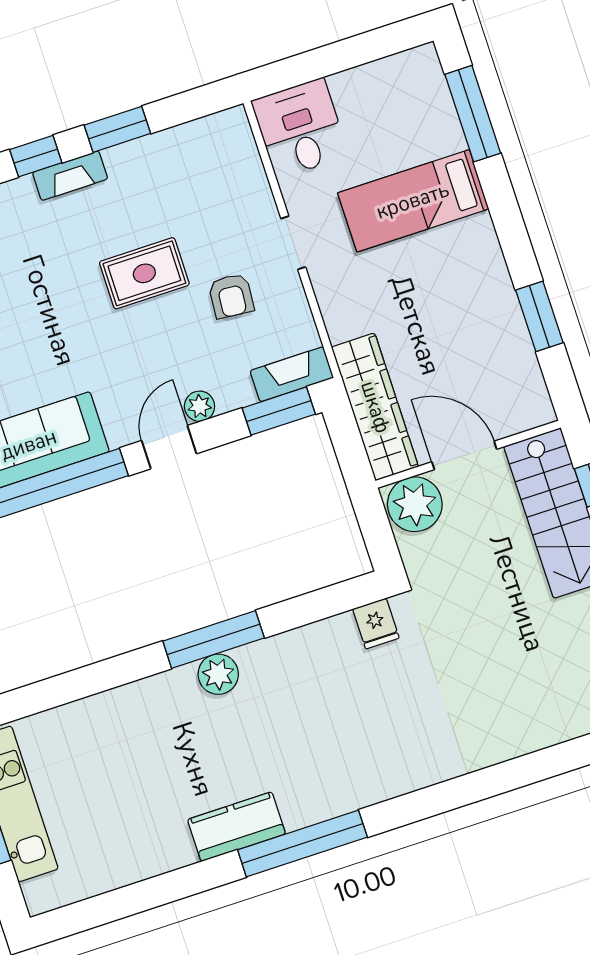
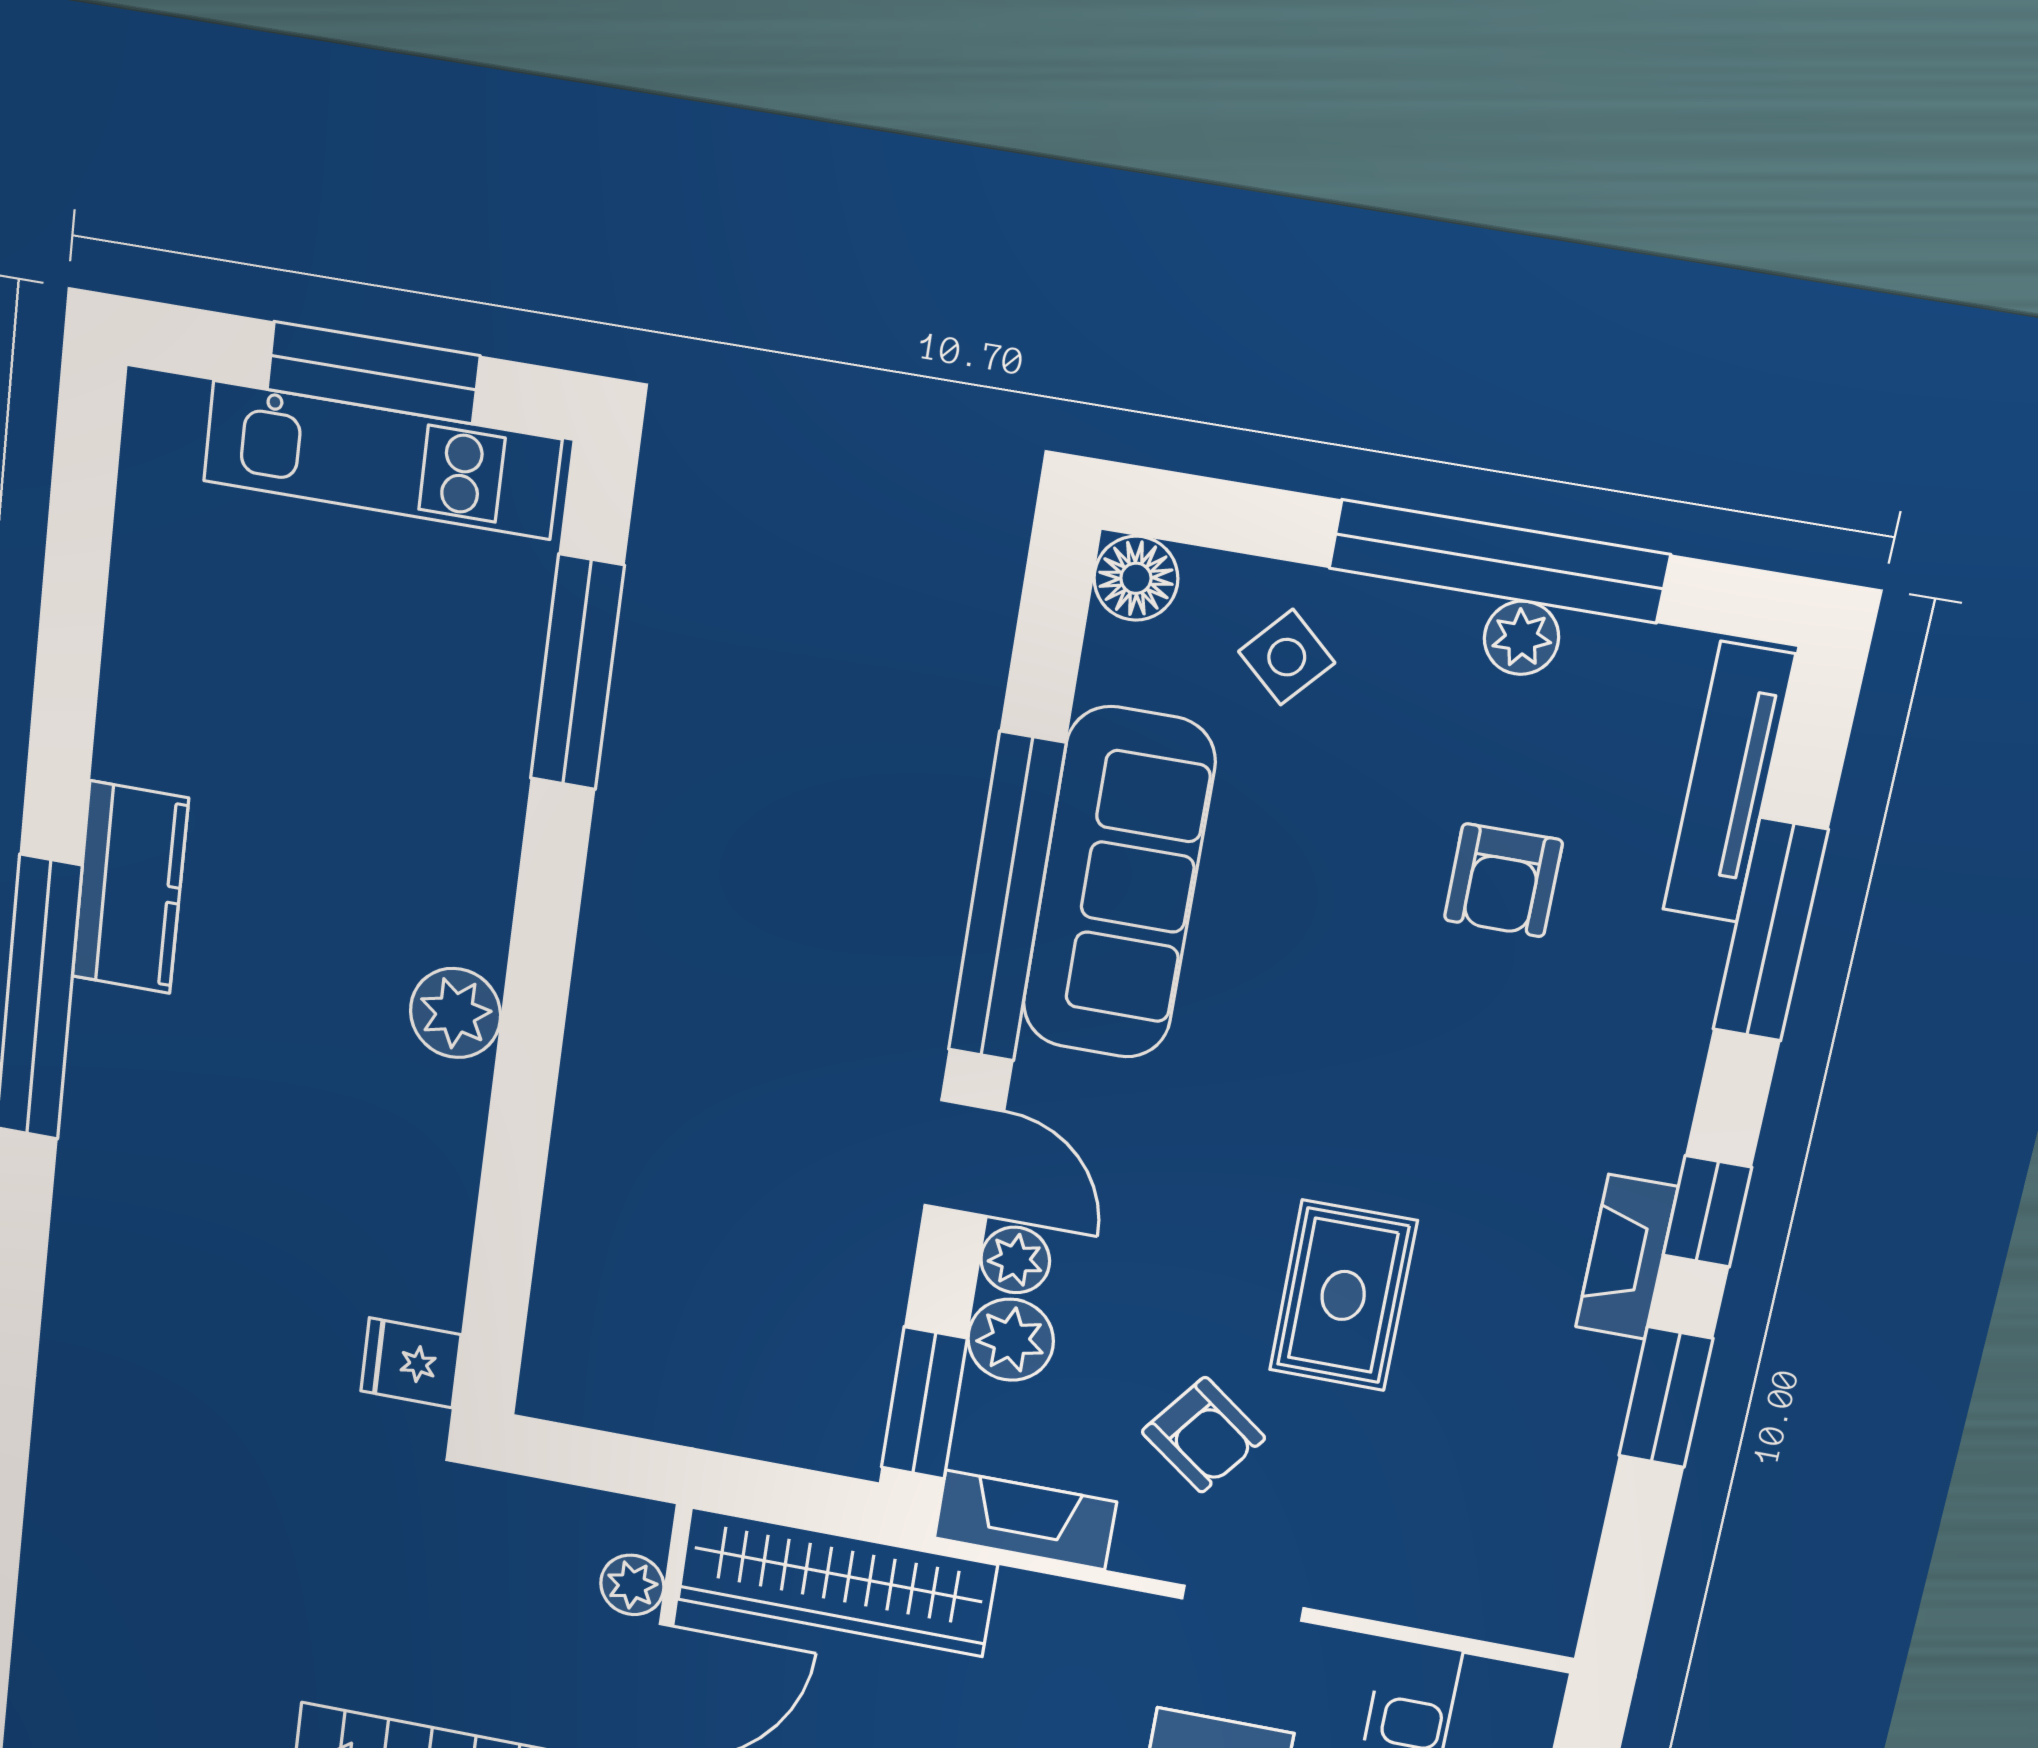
armchair: (231, 296) -> (1203, 1435), turned -148
fireplace: (292, 374) -> (1025, 1520), moved, turned -90
plant: (233, 391) -> (1011, 1340), added
plant: (415, 504) -> (632, 1585), width x0.53, depth x0.53
window: (214, 639) -> (577, 672), moved

